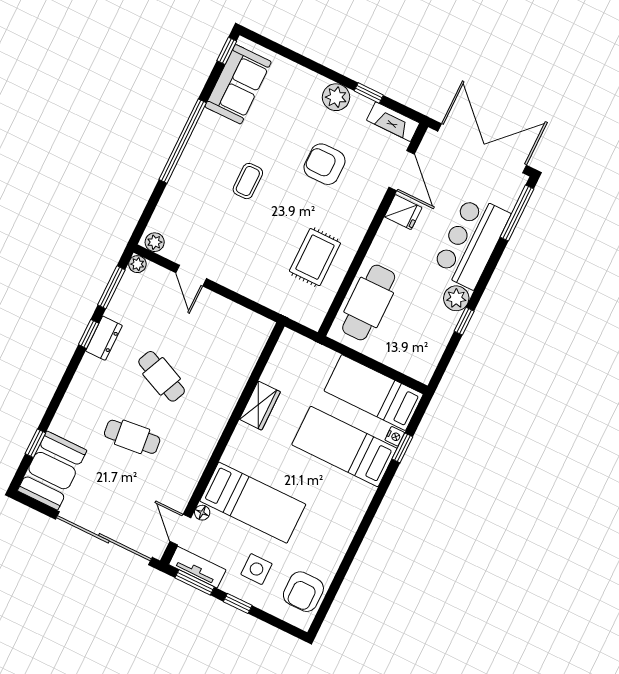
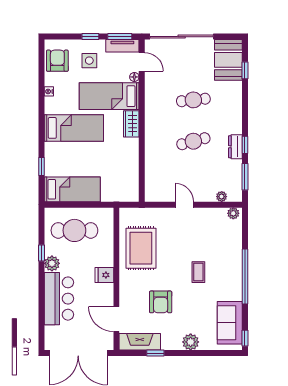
plant: (336, 97) -> (191, 342), moved
fireplace: (393, 122) -> (140, 342), width x1.37, depth x1.32
armchair: (325, 164) -> (161, 302), turned 90
fridge: (403, 212) -> (104, 275), moved
window: (517, 213) -> (41, 327), removed
rug: (315, 257) -> (141, 248), width x1.36, depth x1.43
plant: (137, 264) -> (222, 197), moved
door: (191, 276) -> (184, 205), moved
cafe table: (369, 302) -> (74, 230), moved, turned 90
cafe table: (162, 376) -> (193, 141), turned -39
wardrobe: (260, 406) -> (131, 124), moved
nightstand: (395, 436) -> (49, 91), moved
bed: (344, 447) -> (74, 128), moved

